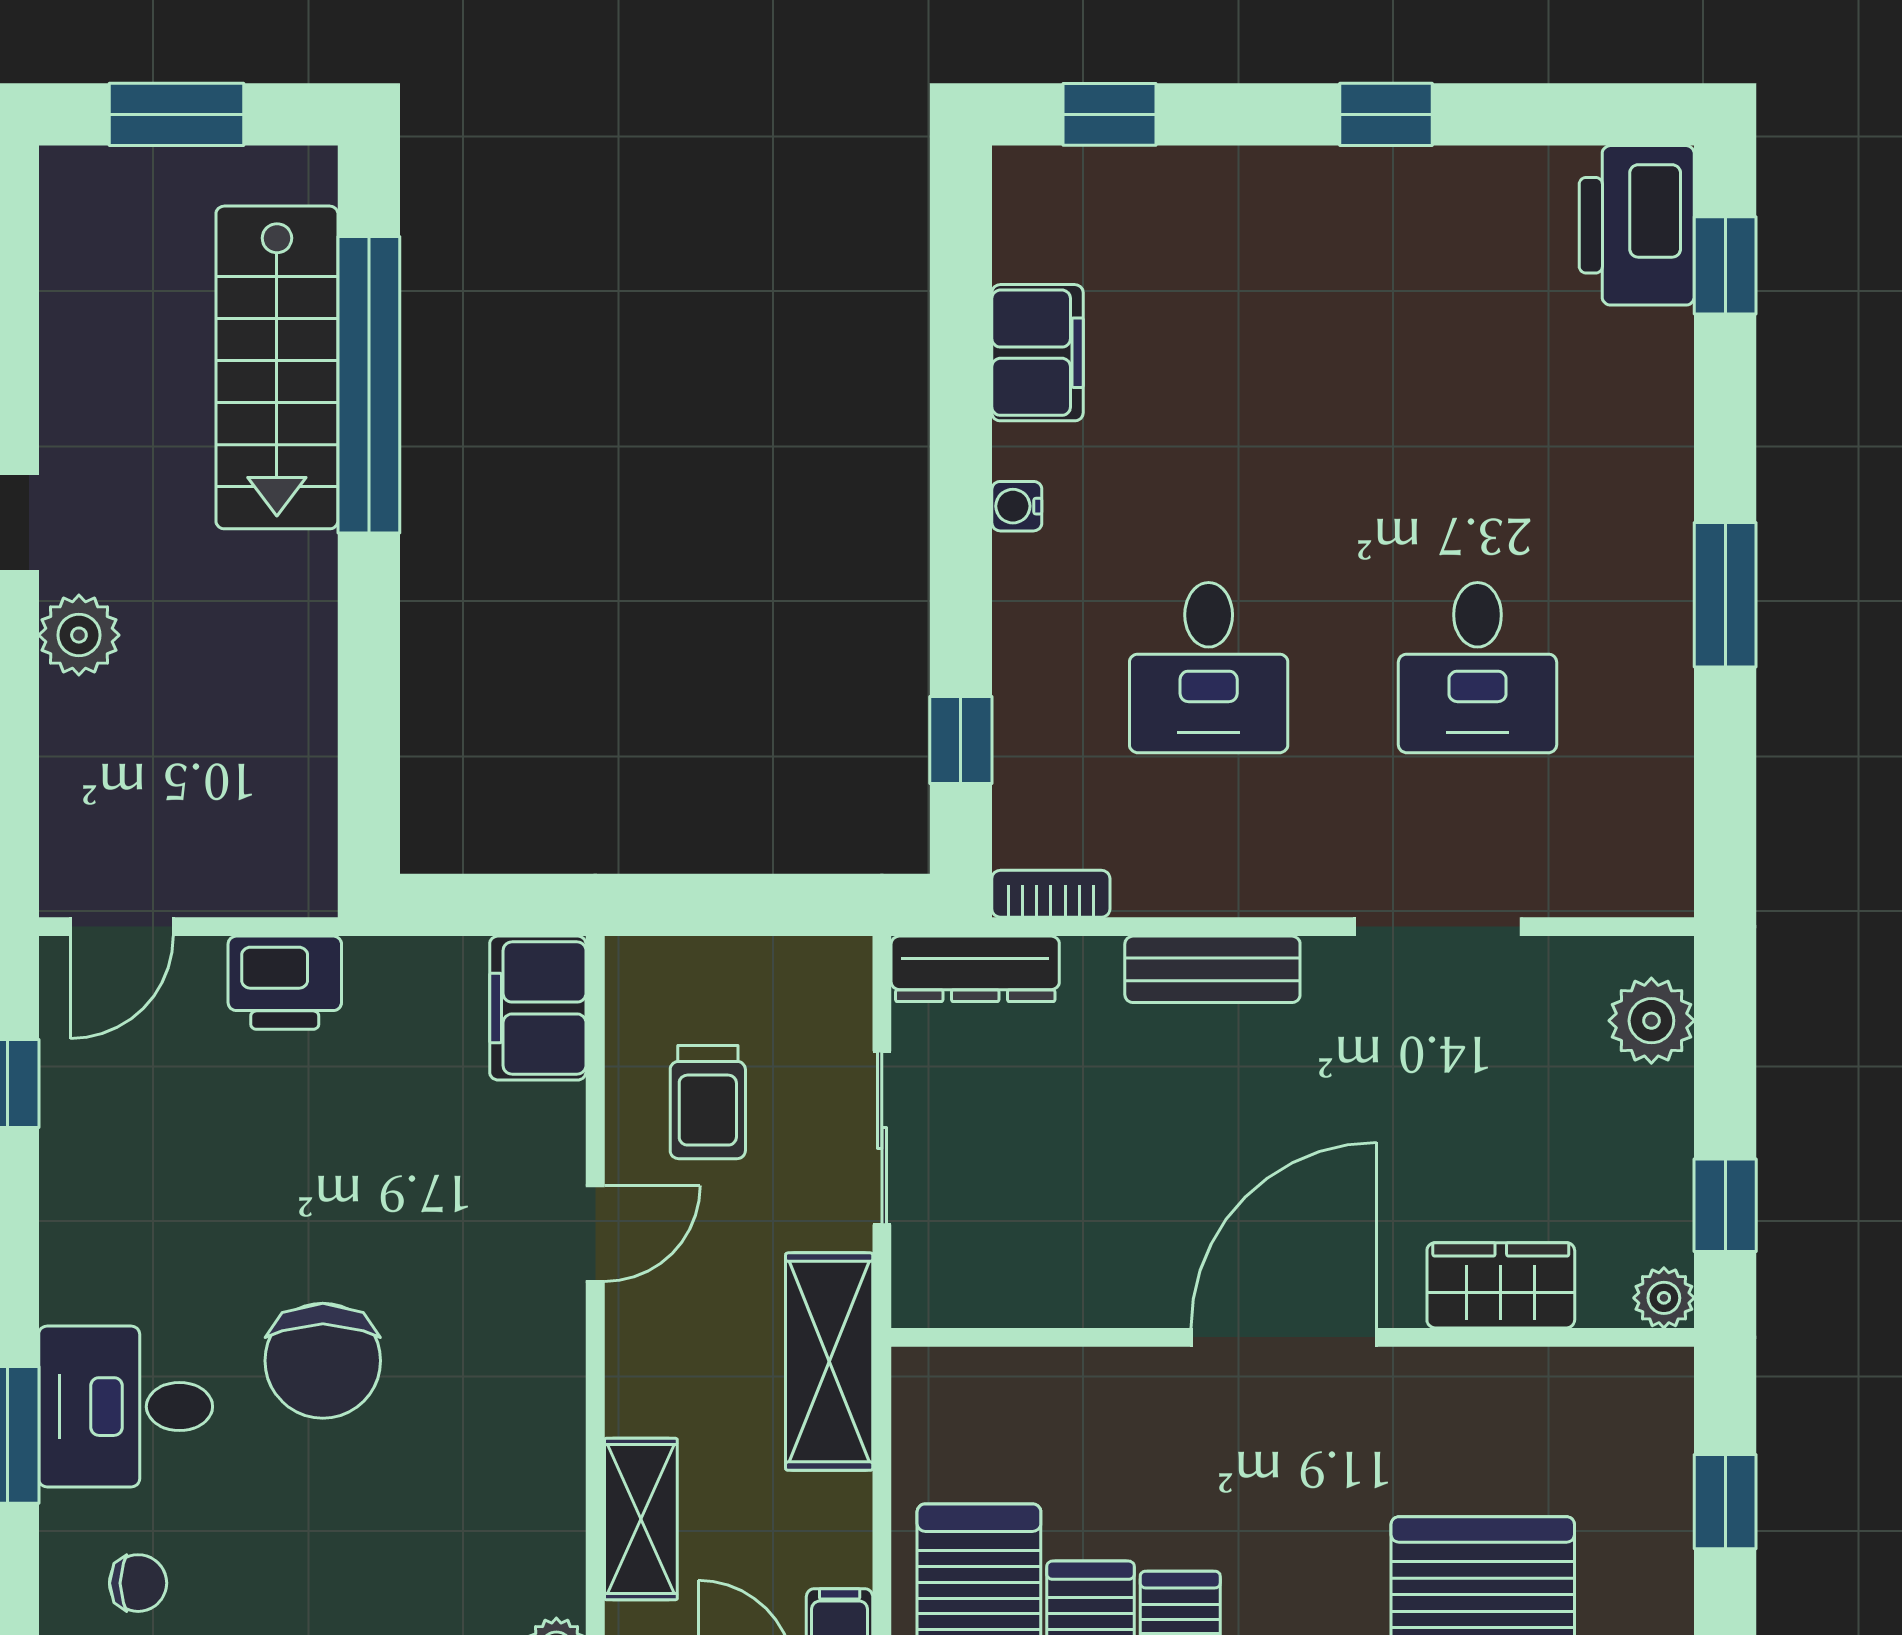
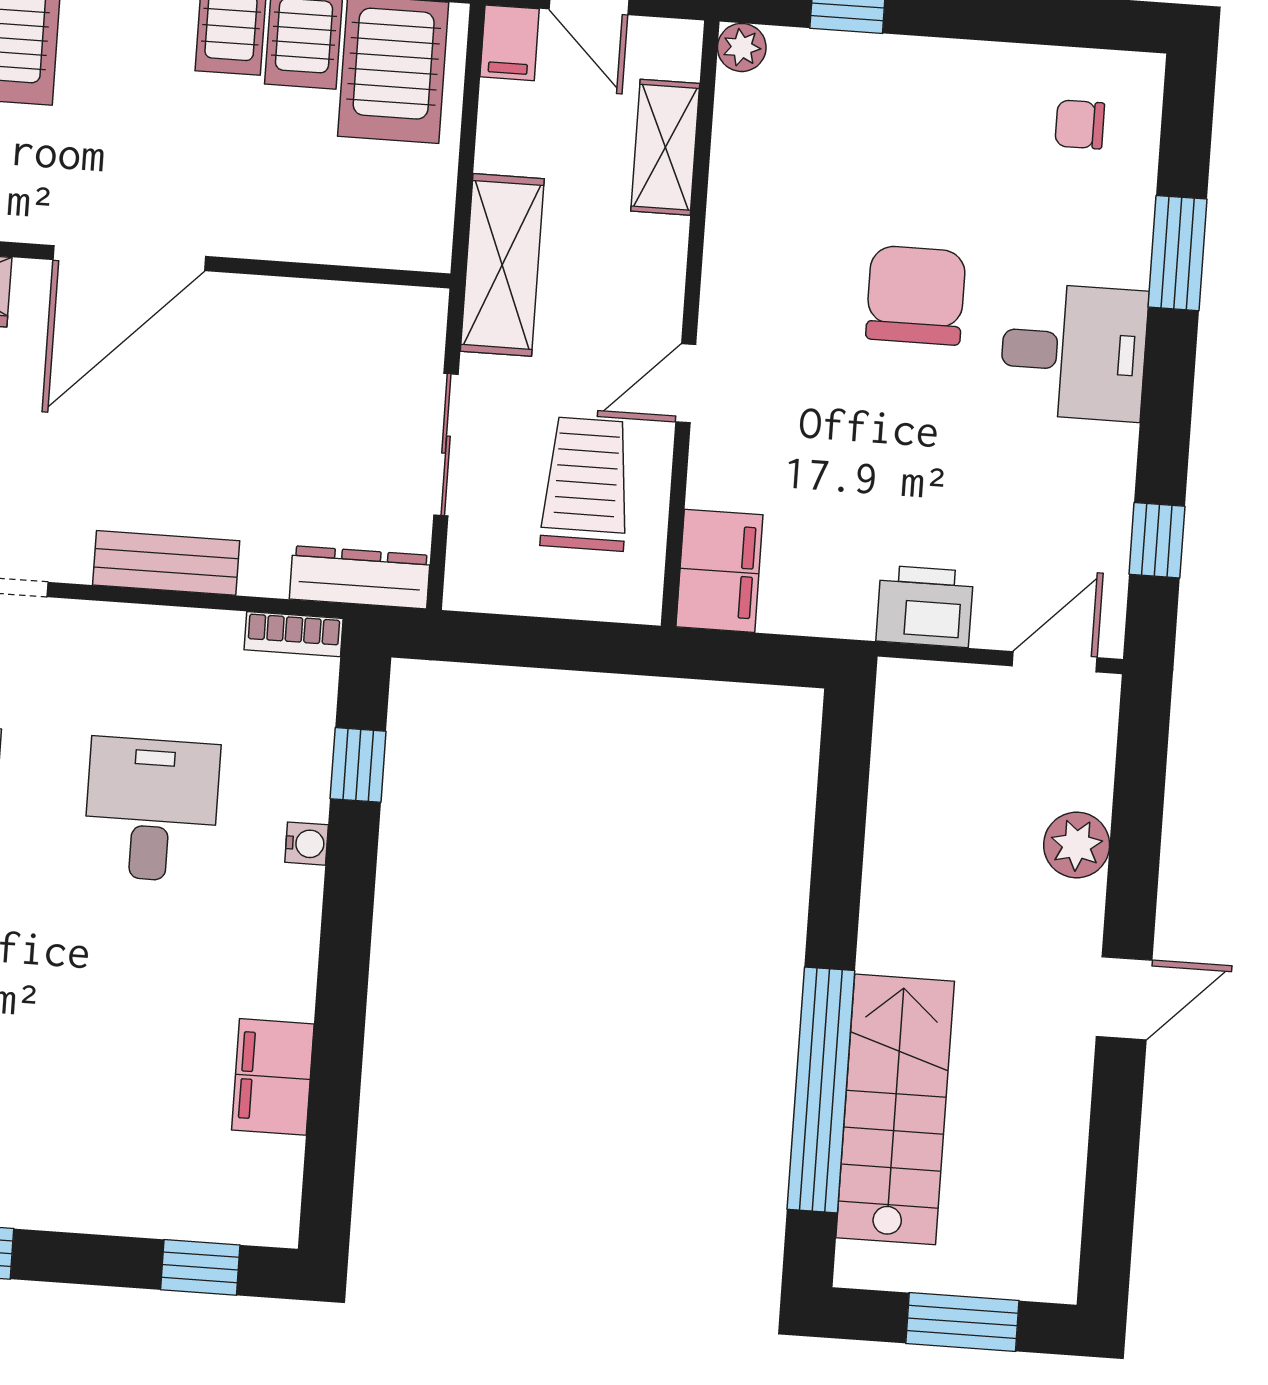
water cooler: (1017, 506) -> (307, 844), moved
plant: (79, 635) -> (1077, 845), moved
trolley: (708, 1102) -> (586, 484), width x1.36, depth x1.39
desk: (126, 1407) -> (1074, 352), moved

